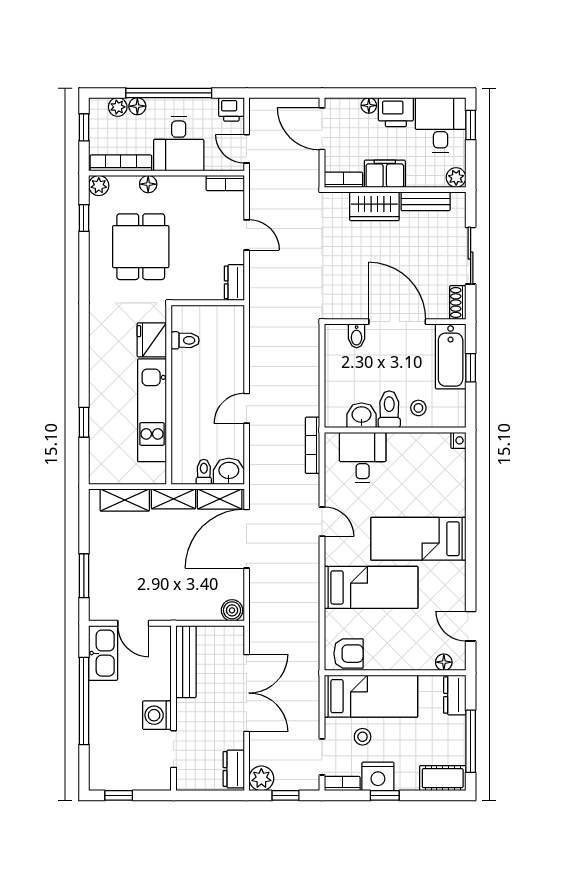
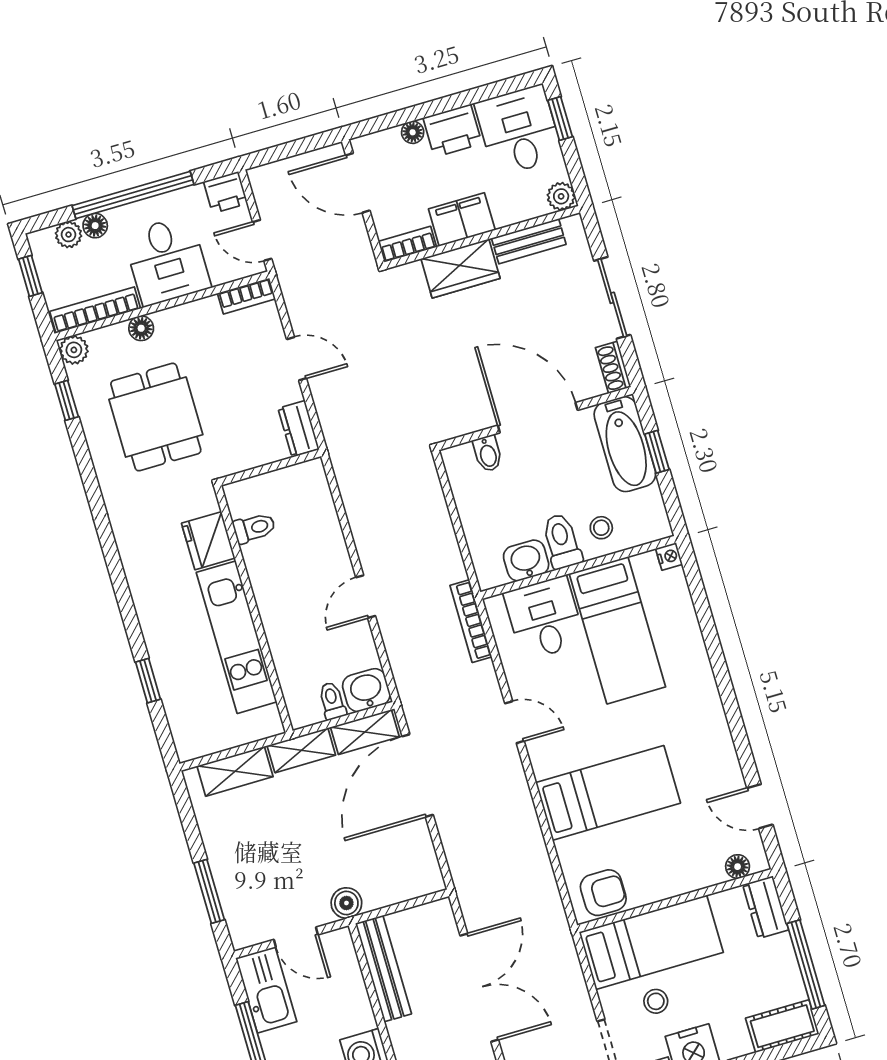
bed: (418, 539) -> (617, 630), moved, turned -90
boiler: (232, 610) -> (346, 903), moved

